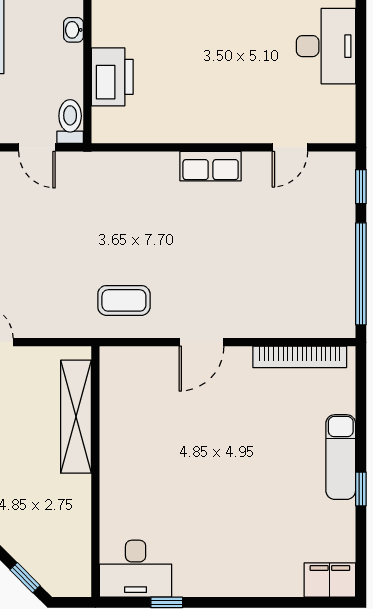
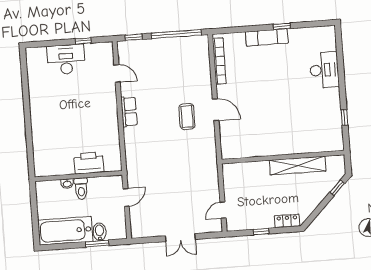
window: (361, 84) -> (83, 41), added
toilet: (70, 122) -> (81, 189), moved, turned -90
coffee table: (124, 300) -> (187, 117), moved
shelving: (76, 417) -> (298, 166), moved
desk: (136, 569) -> (324, 70), moved
filing cabinet: (330, 580) -> (327, 38), removed

